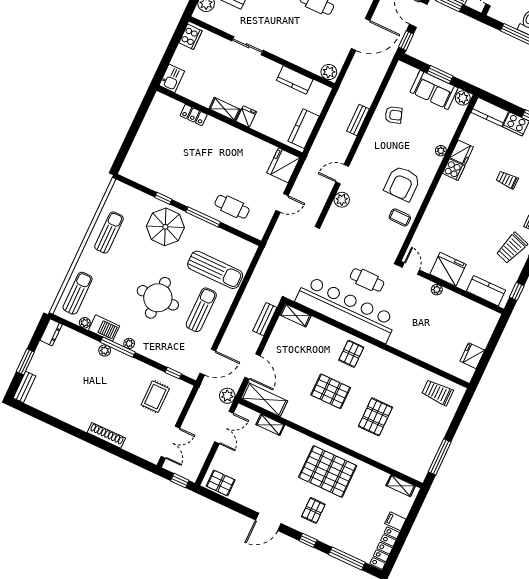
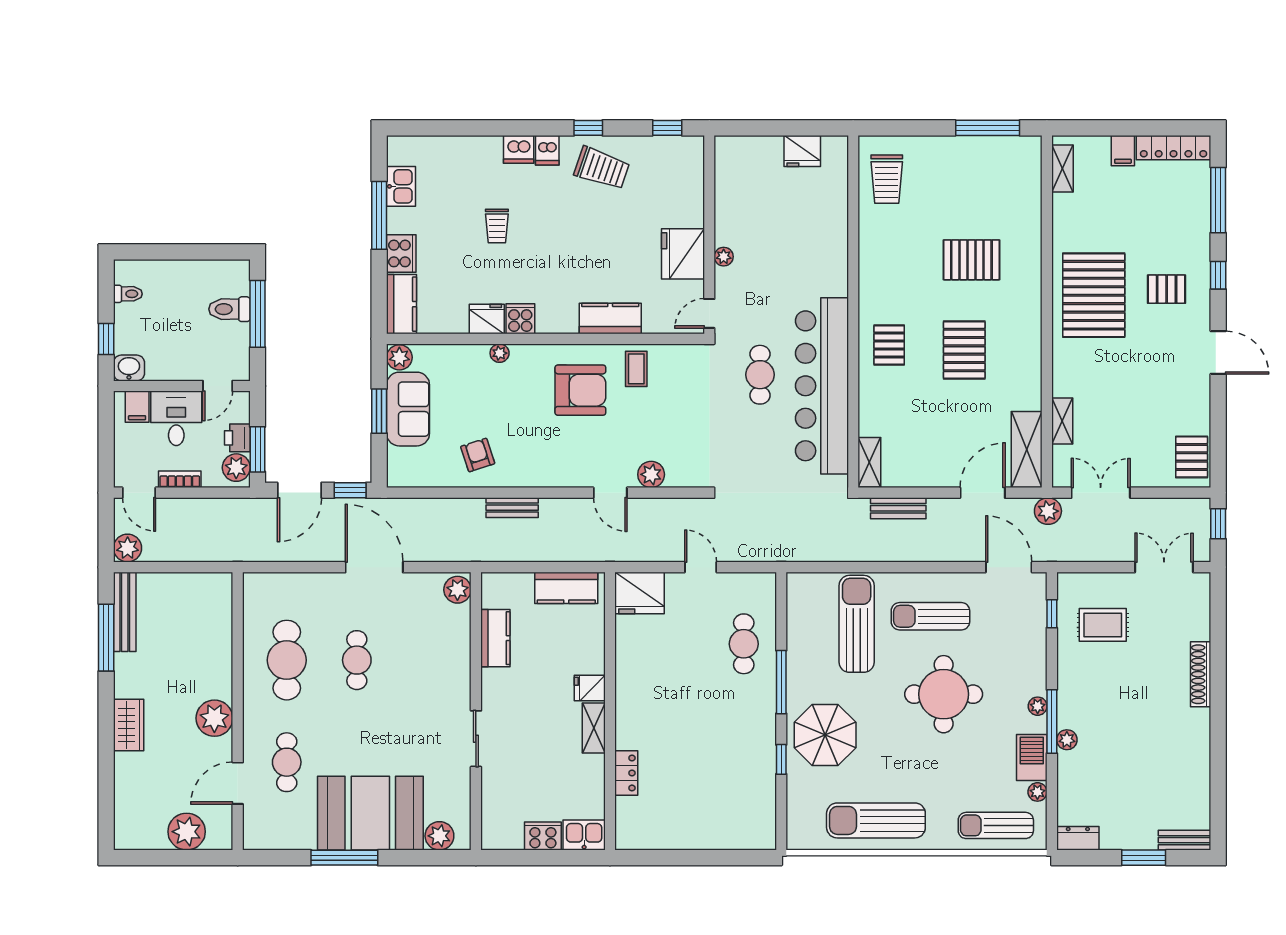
cooker: (190, 37) -> (543, 836), moved
sun lounger: (109, 233) -> (876, 820), width x1.36, depth x1.34
kitchen counter: (486, 291) -> (610, 318), moved, turned 90
pallet: (351, 354) -> (889, 345), turned 90

